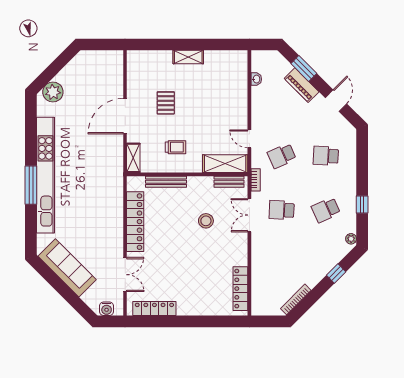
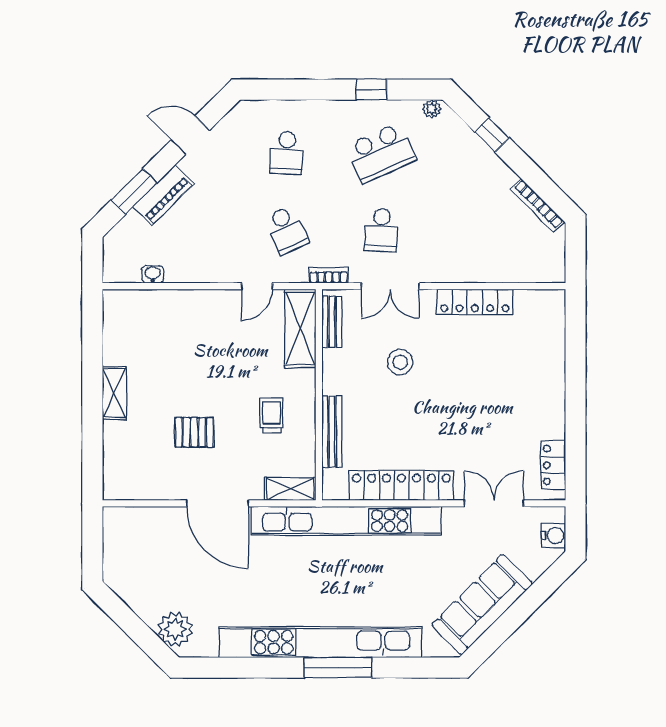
kitchen unit: (115, 190) -> (346, 521), added
school desk: (326, 210) -> (381, 153), width x1.85
locker: (240, 289) -> (475, 302), moved
locker: (154, 308) -> (553, 465), width x0.66

